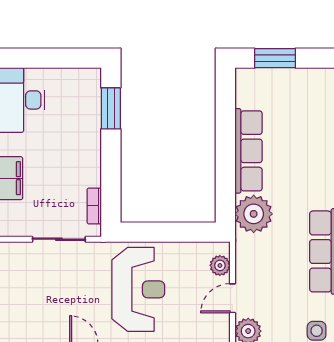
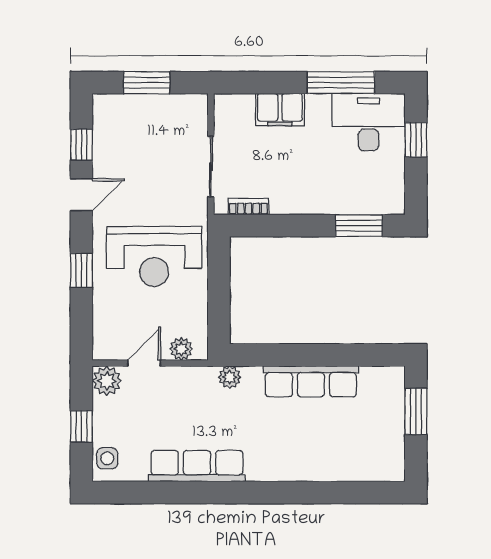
window: (35, 58) -> (416, 140), added
plant: (254, 214) -> (230, 377), width x0.53, depth x0.53
door: (232, 298) -> (144, 363), hinge flipped

